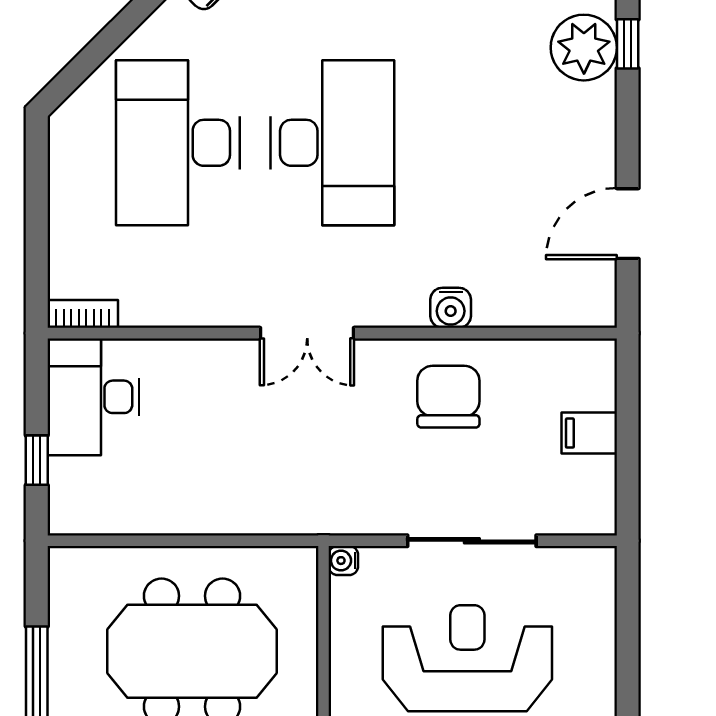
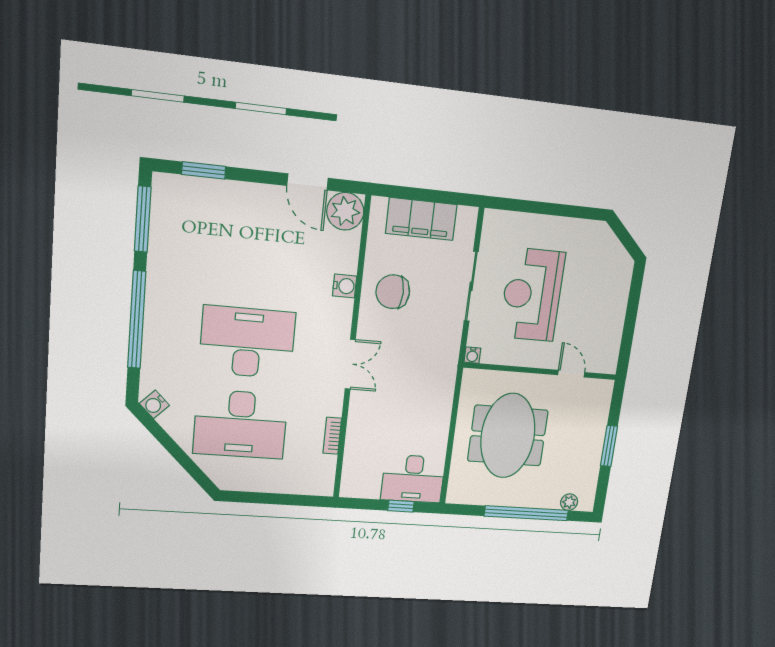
window: (628, 44) -> (204, 170), width x1.50
plant: (584, 48) -> (345, 211), moved
bookcase: (83, 314) -> (332, 436), moved
desk: (94, 397) -> (413, 479), moved
filing cabinet: (589, 433) -> (421, 219), width x3.00, depth x1.17

